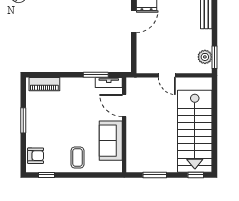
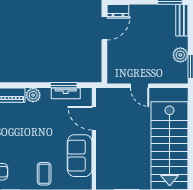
plant: (205, 57) -> (180, 55), moved
tv unit: (109, 82) -> (66, 93), moved
plant: (67, 84) -> (33, 95), added

